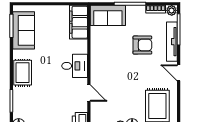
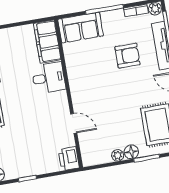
desk: (75, 66) -> (49, 78), moved

